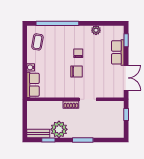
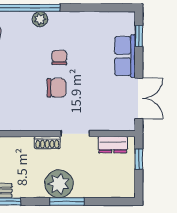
plant: (96, 30) -> (40, 19), moved
dresser: (110, 106) -> (113, 145), added
plant: (59, 129) -> (59, 184), moved

